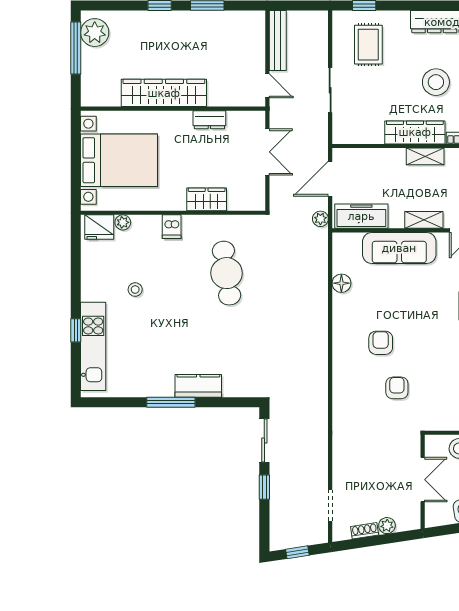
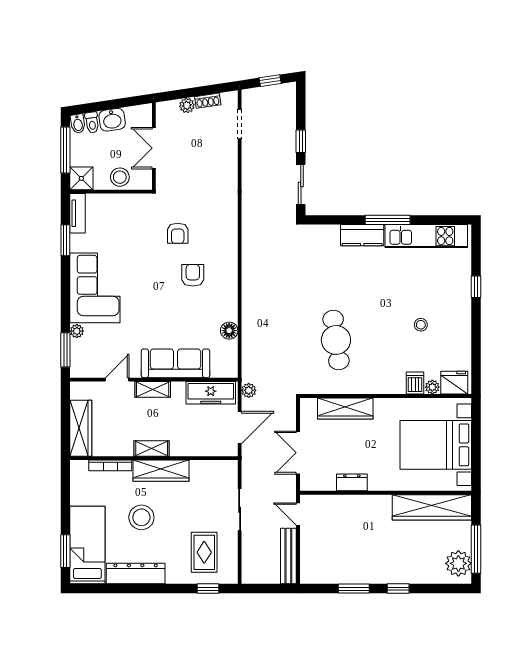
wardrobe: (164, 93) -> (432, 507), moved
wardrobe: (207, 199) -> (345, 409), width x1.50
dishwasher: (172, 227) -> (415, 383), moved
armchair: (381, 343) -> (193, 275), turned 180
kitchen unit: (93, 346) -> (426, 236), moved, turned -90

